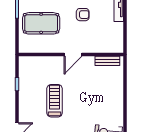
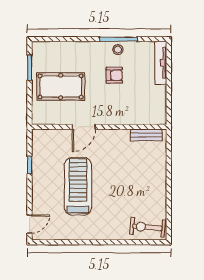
door: (73, 55) -> (84, 127), moved
treadmill: (55, 101) -> (78, 186), width x1.37, depth x1.38

